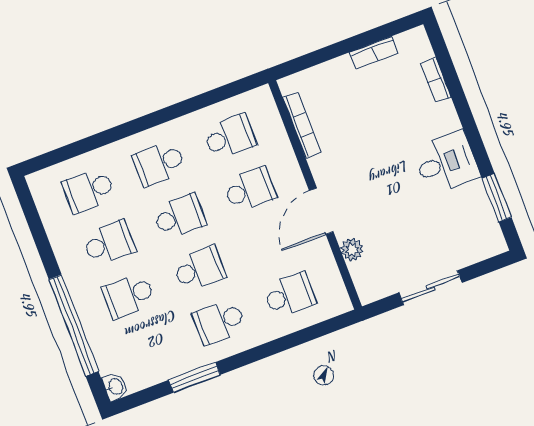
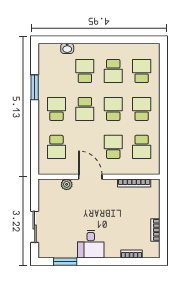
school desk: (250, 190) -> (113, 147), turned 180
school desk: (179, 216) -> (113, 109), turned 180
sliding door: (430, 288) -> (35, 227), moved
window: (74, 325) -> (81, 40), removed
washbasin: (115, 387) -> (67, 48), moved

